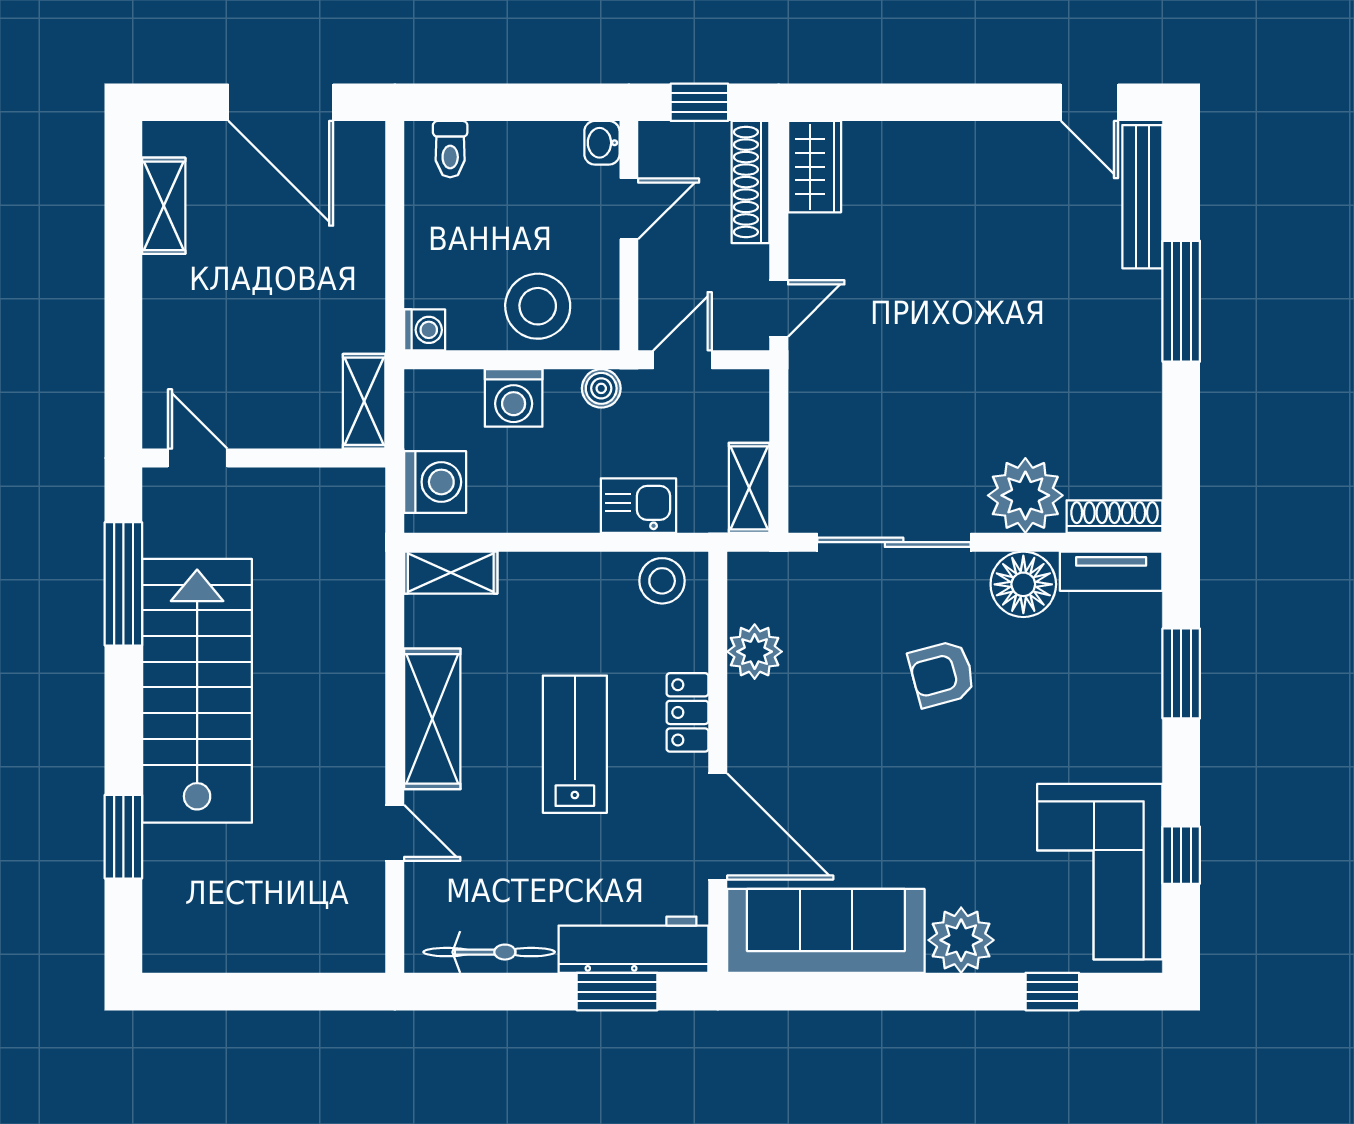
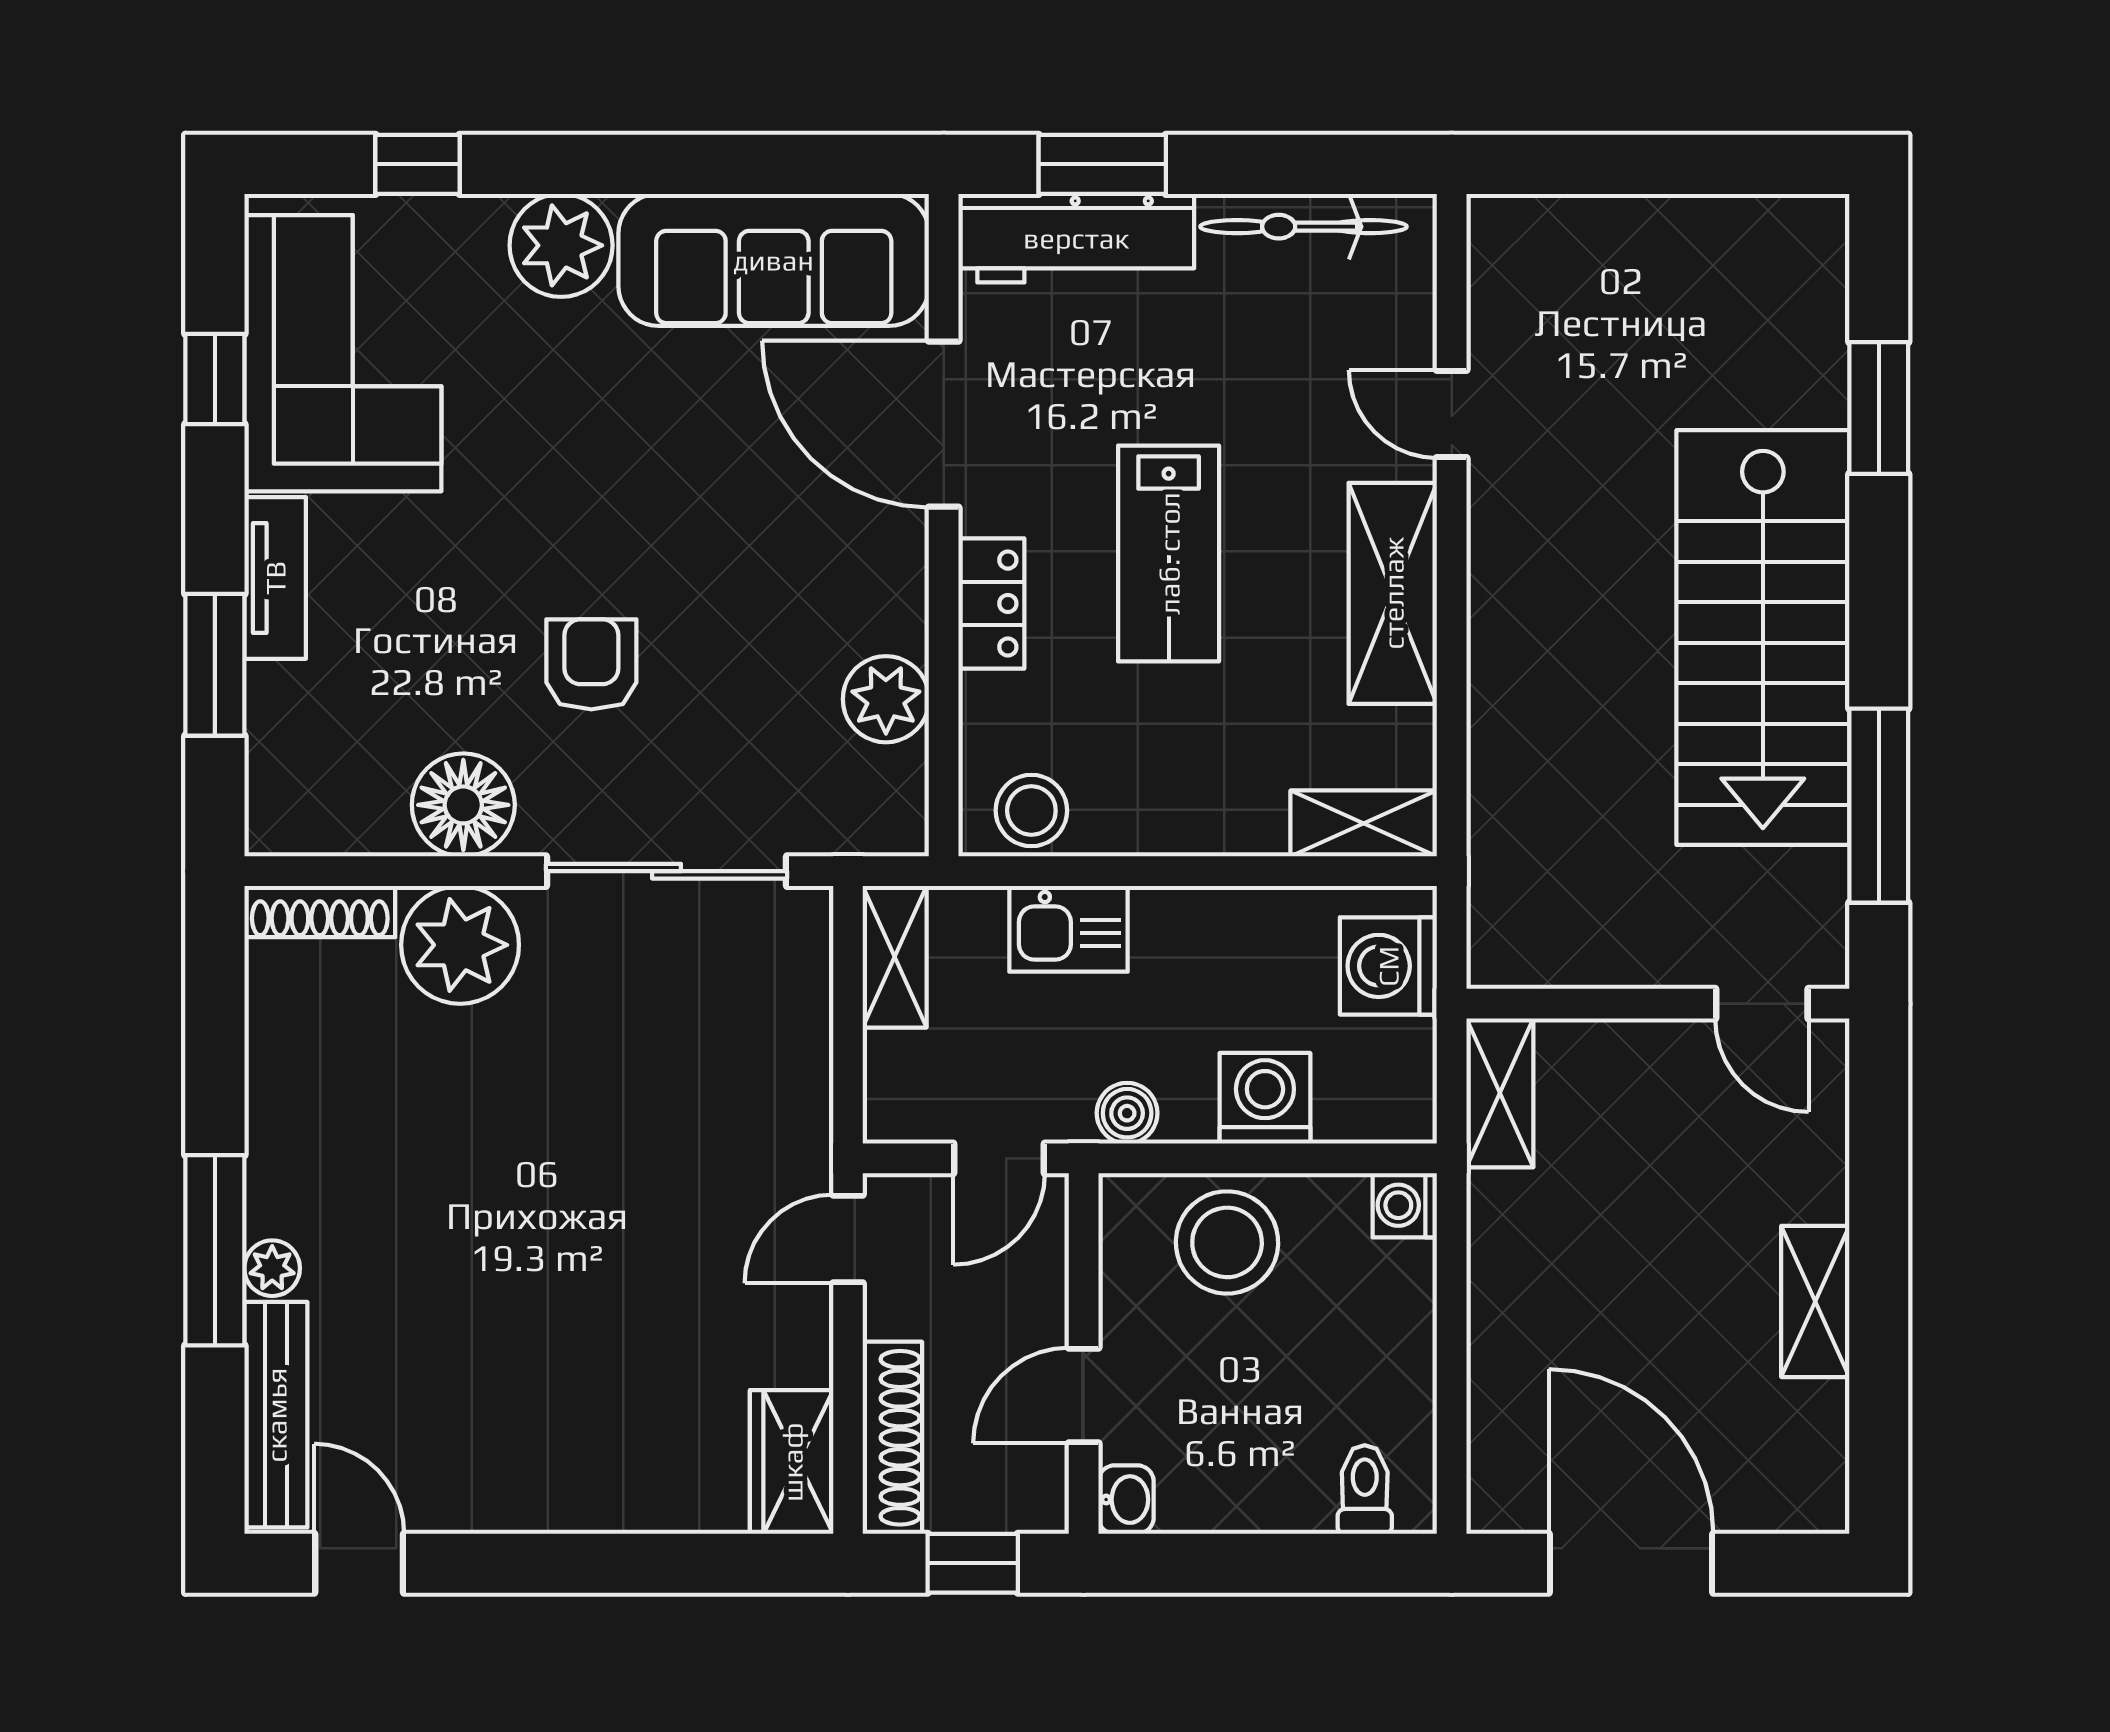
shelving: (164, 206) -> (1815, 1301), moved
plant: (1145, 290) -> (272, 1268), added
tv unit: (1111, 571) -> (275, 578), moved, turned 90
armchair: (942, 674) -> (591, 664), turned -75

